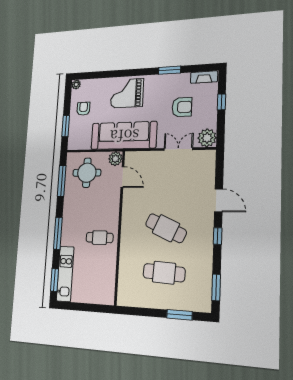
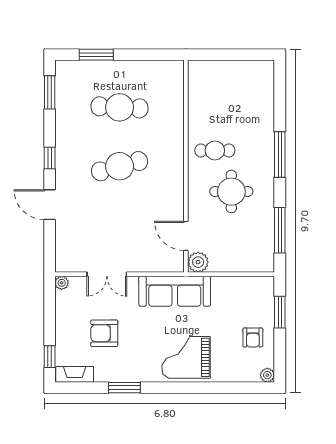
grand piano: (127, 93) -> (186, 357), turned 180
window: (221, 102) -> (50, 357), moved
sofa: (124, 136) -> (175, 291), width x0.74, depth x0.79
plant: (207, 138) -> (62, 283), width x0.53, depth x0.53
round table: (87, 173) -> (231, 192), moved
cafe table: (166, 228) -> (120, 166), turned -39
kitchen unit: (65, 274) -> (264, 98), removed
window: (55, 280) -> (280, 89), removed

